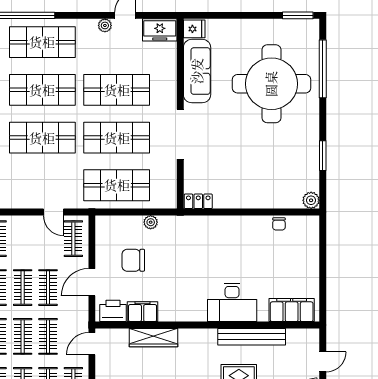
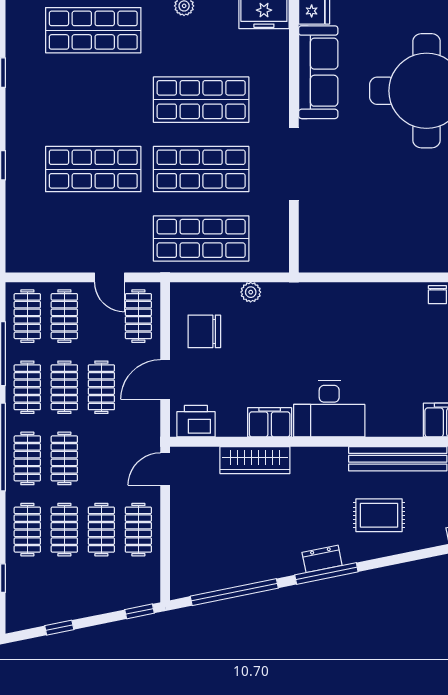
shop shelf: (42, 90) -> (93, 100), removed
locker: (198, 201) -> (320, 262), removed
chair: (133, 260) -> (204, 331), moved
desk: (232, 302) -> (329, 409), moved
filing cabinet: (143, 312) -> (270, 422), moved
clothes rail: (48, 336) -> (64, 316), moved

